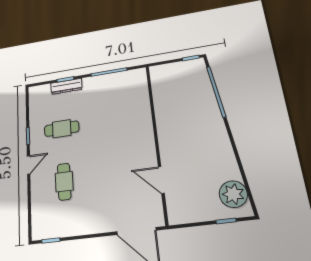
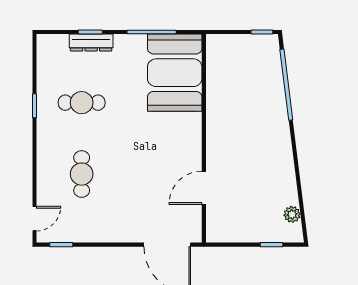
booth: (129, 97) -> (175, 73), added
door: (29, 165) -> (34, 219), moved
door: (161, 180) -> (204, 188), hinge flipped
plant: (233, 194) -> (292, 214), width x0.53, depth x0.53

